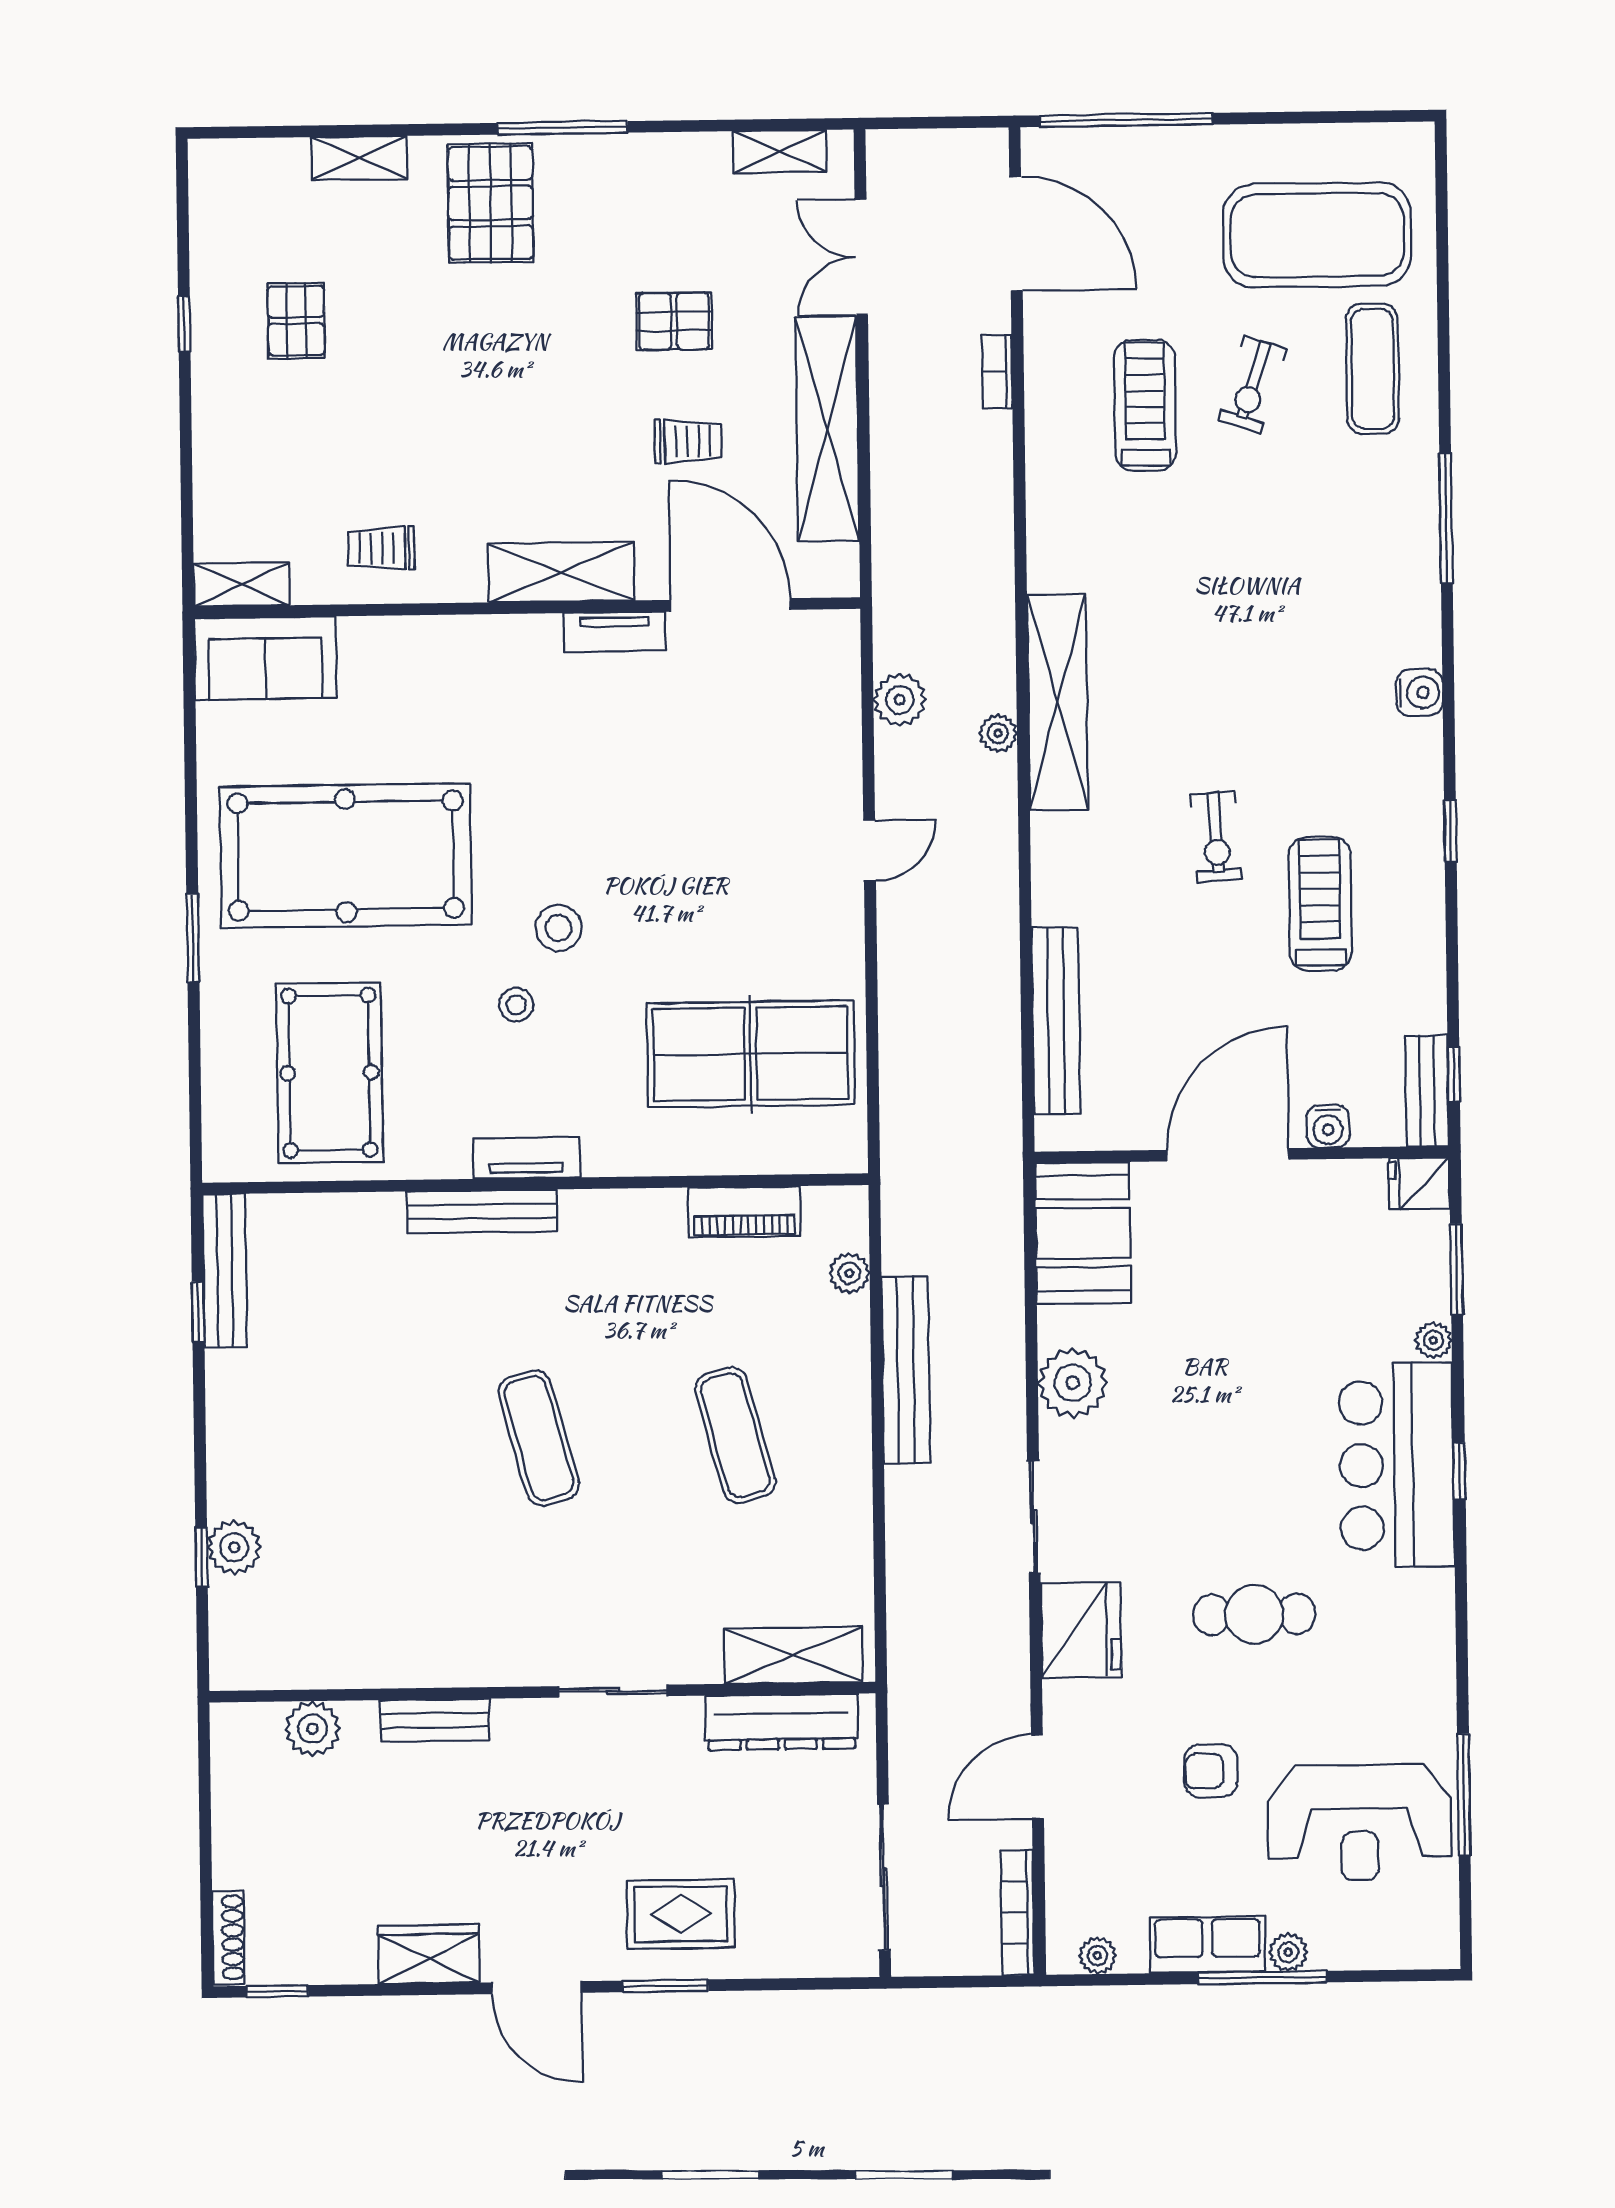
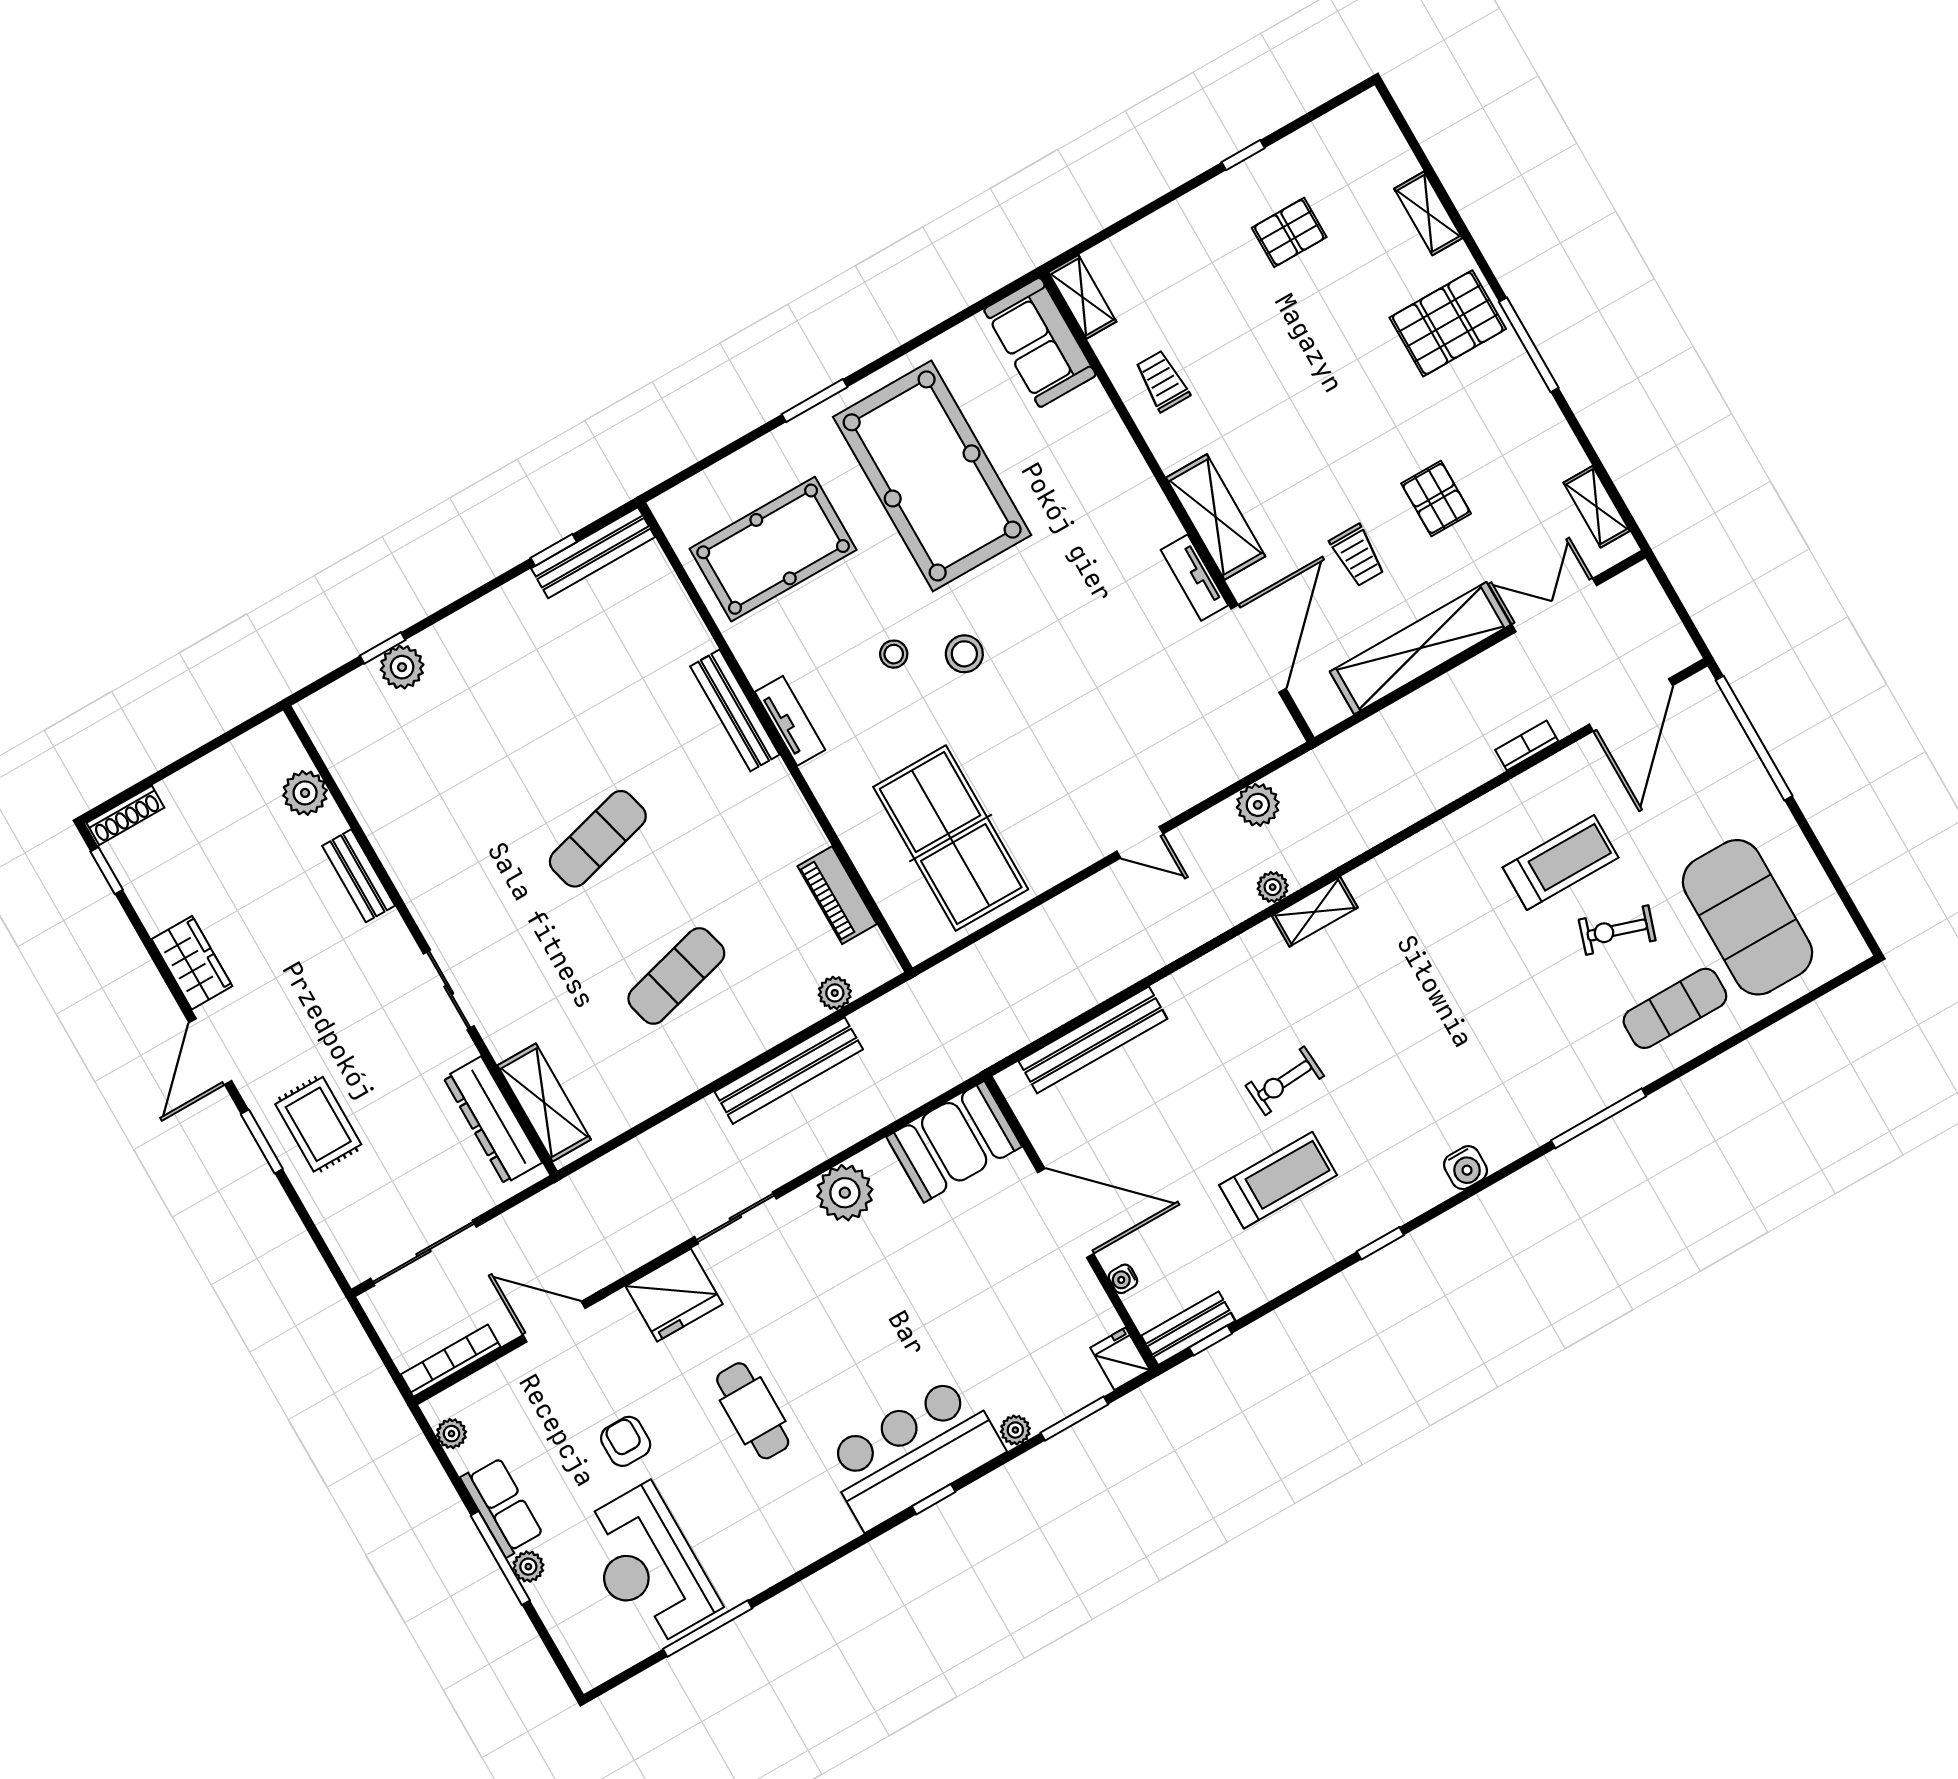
shelving: (1058, 702) -> (1315, 912), width x0.45, depth x0.75
water cooler: (1328, 1126) -> (1123, 1279), width x0.72, depth x0.72

